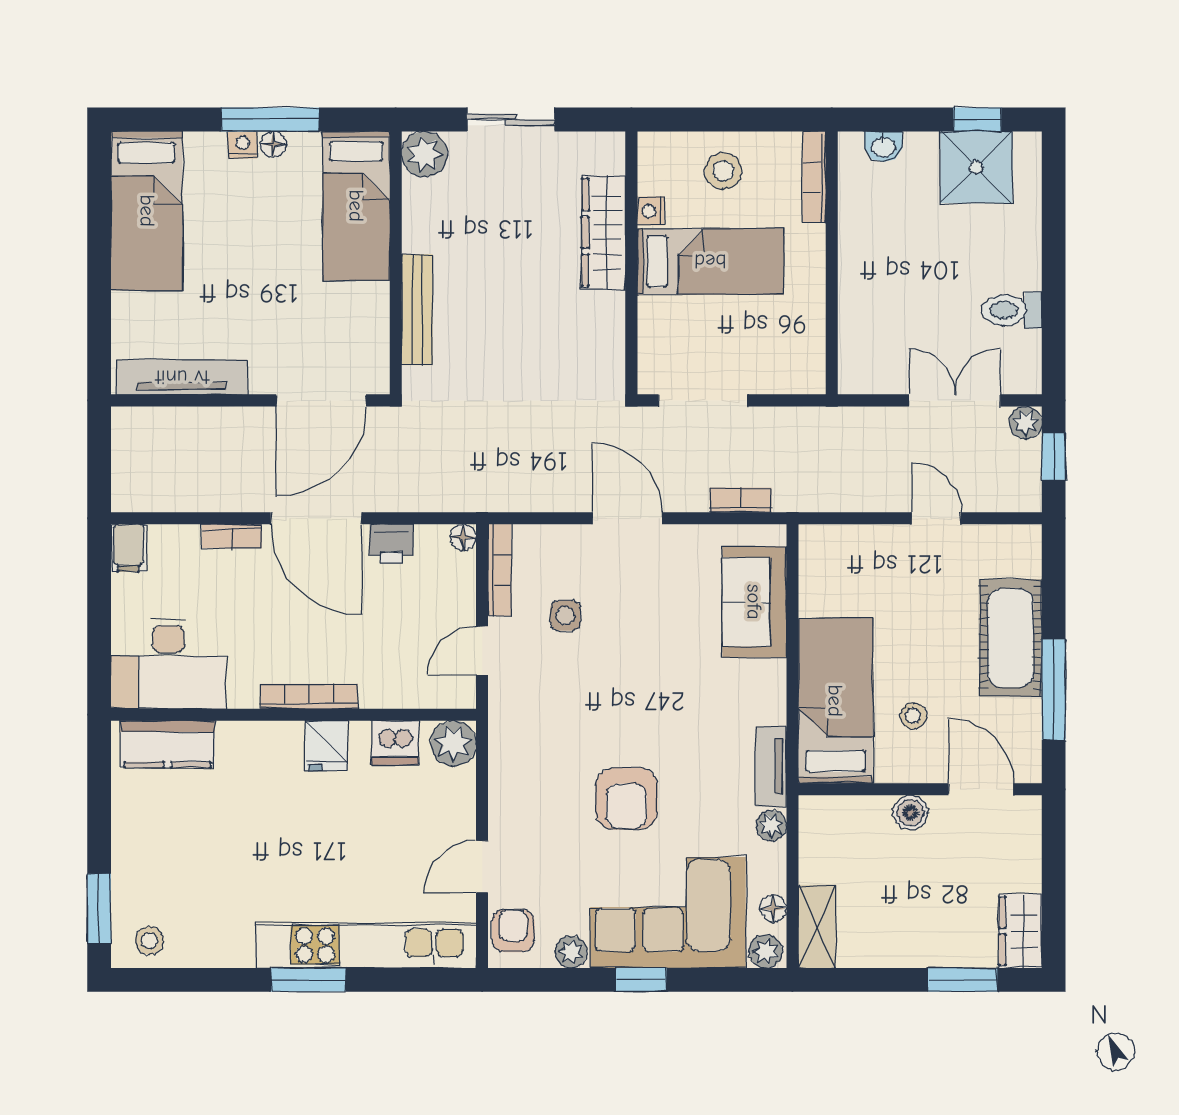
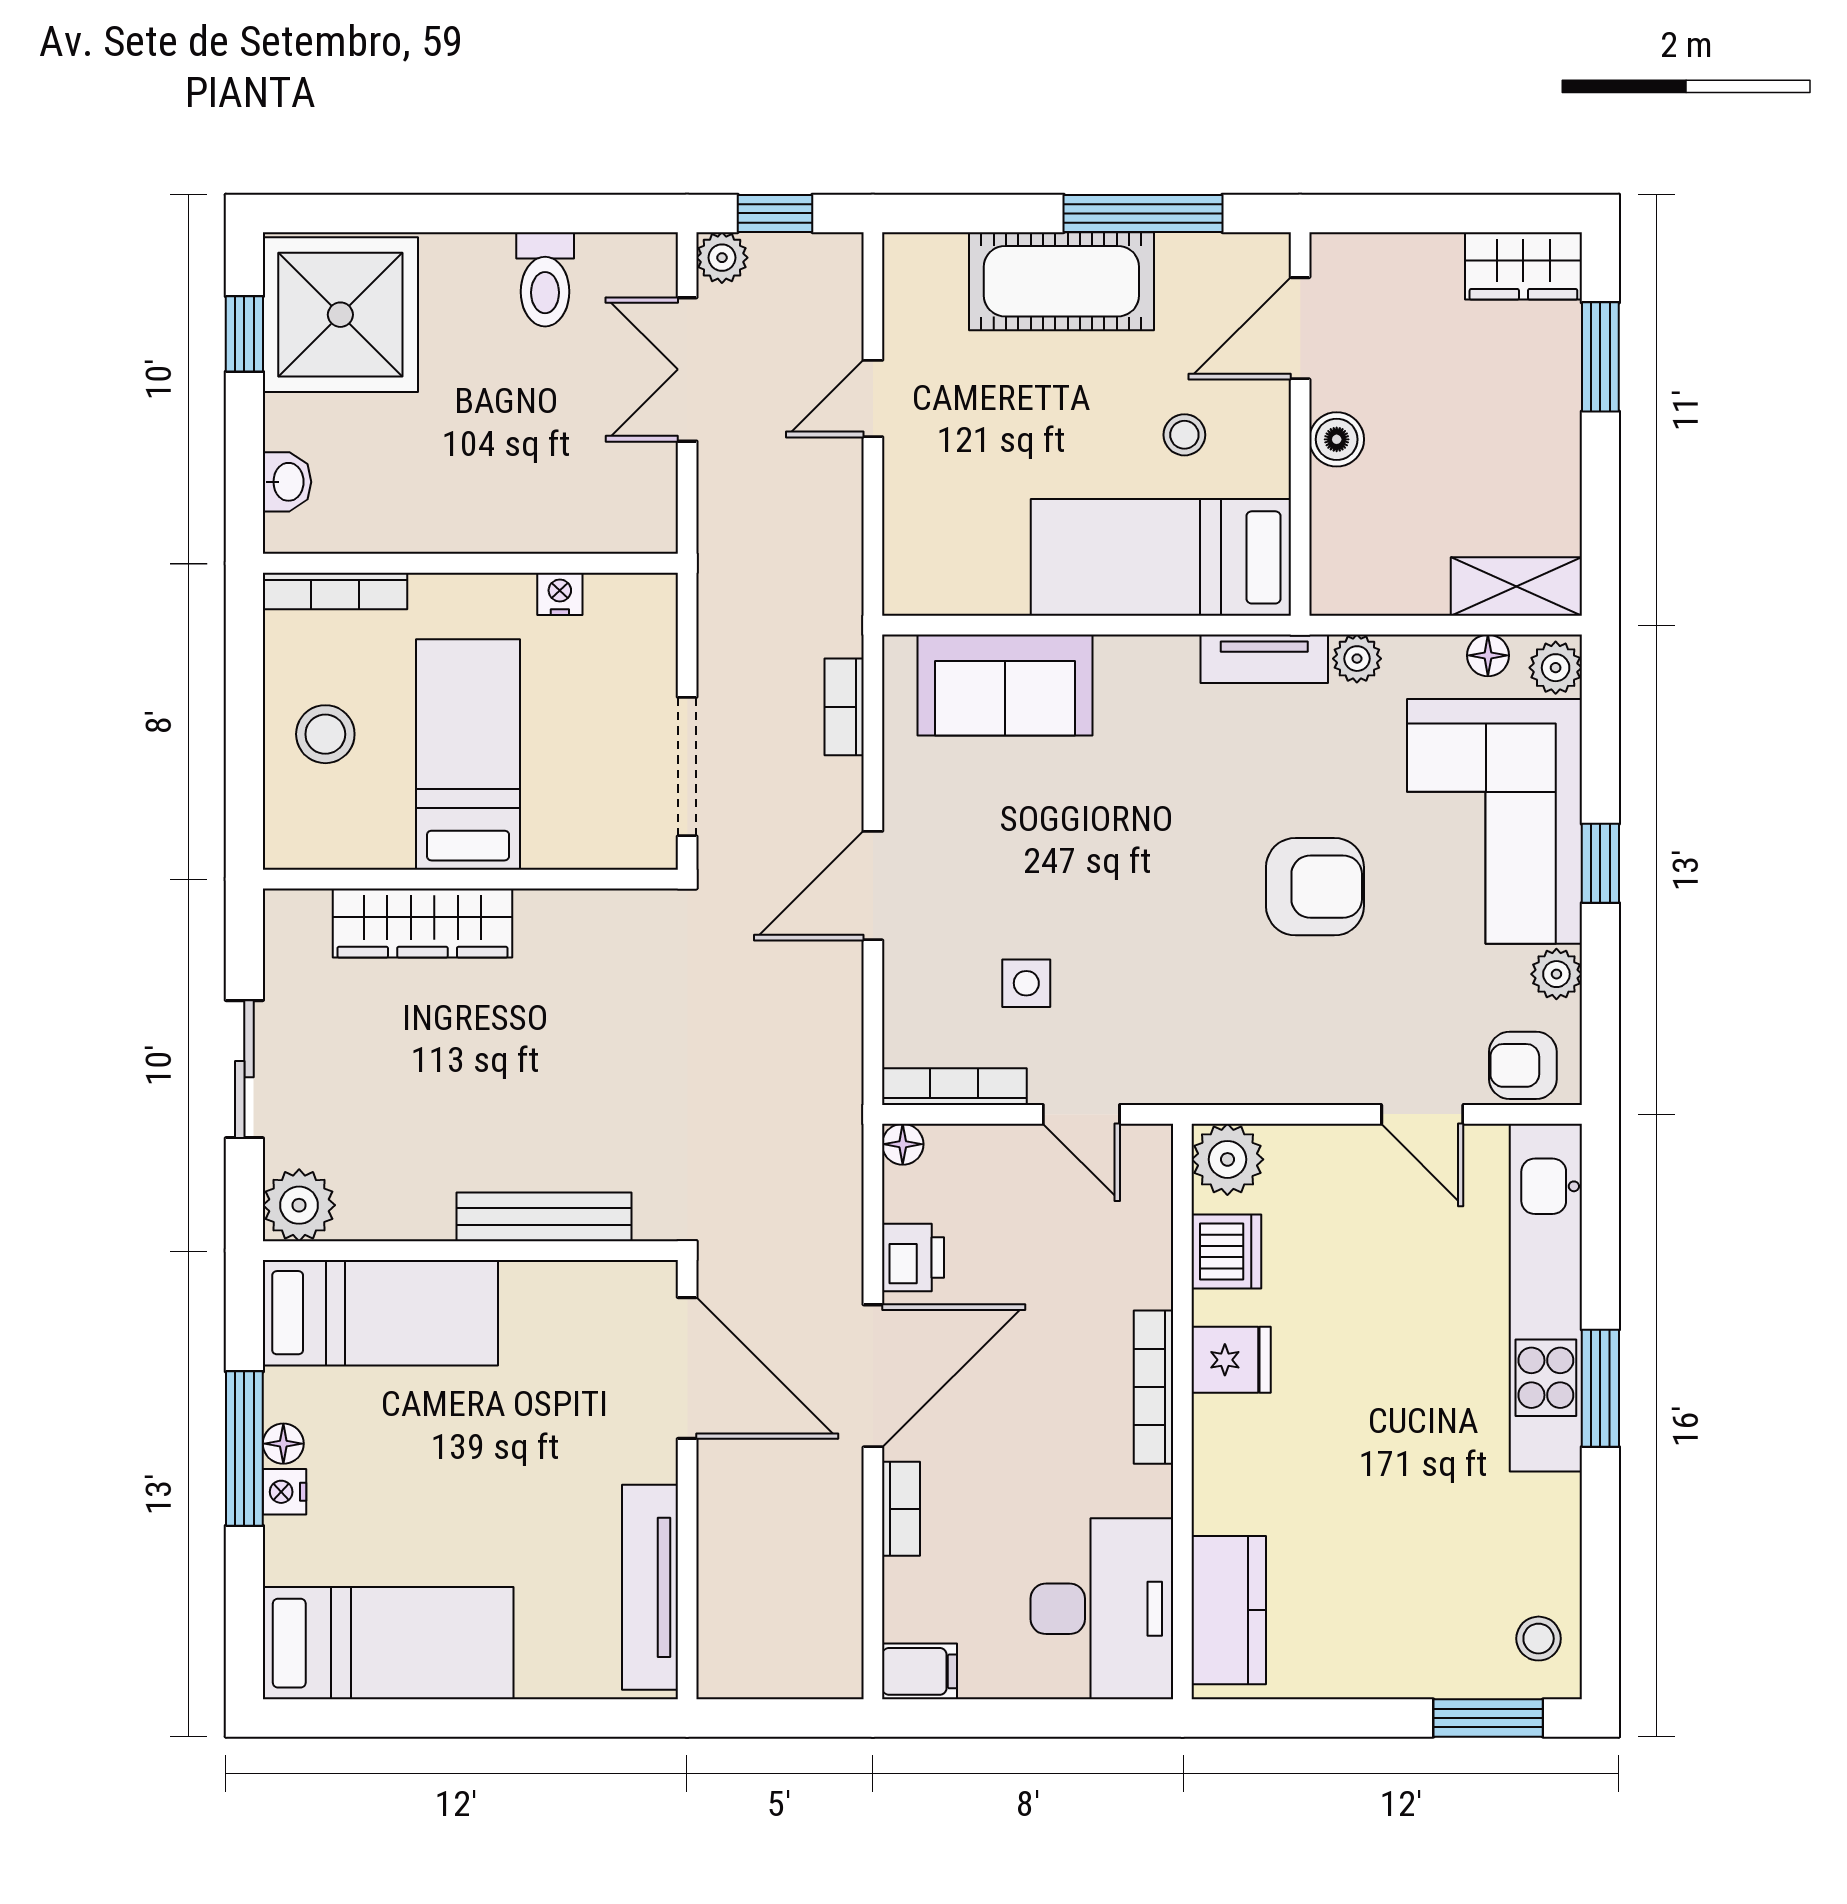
shower: (976, 167) -> (340, 315), width x1.37, depth x1.37
nightstand: (651, 211) -> (560, 594), moved, turned 180

